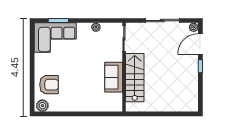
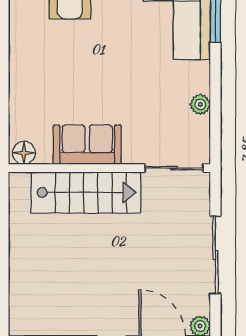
floor lamp: (117, 105) -> (24, 153), added

